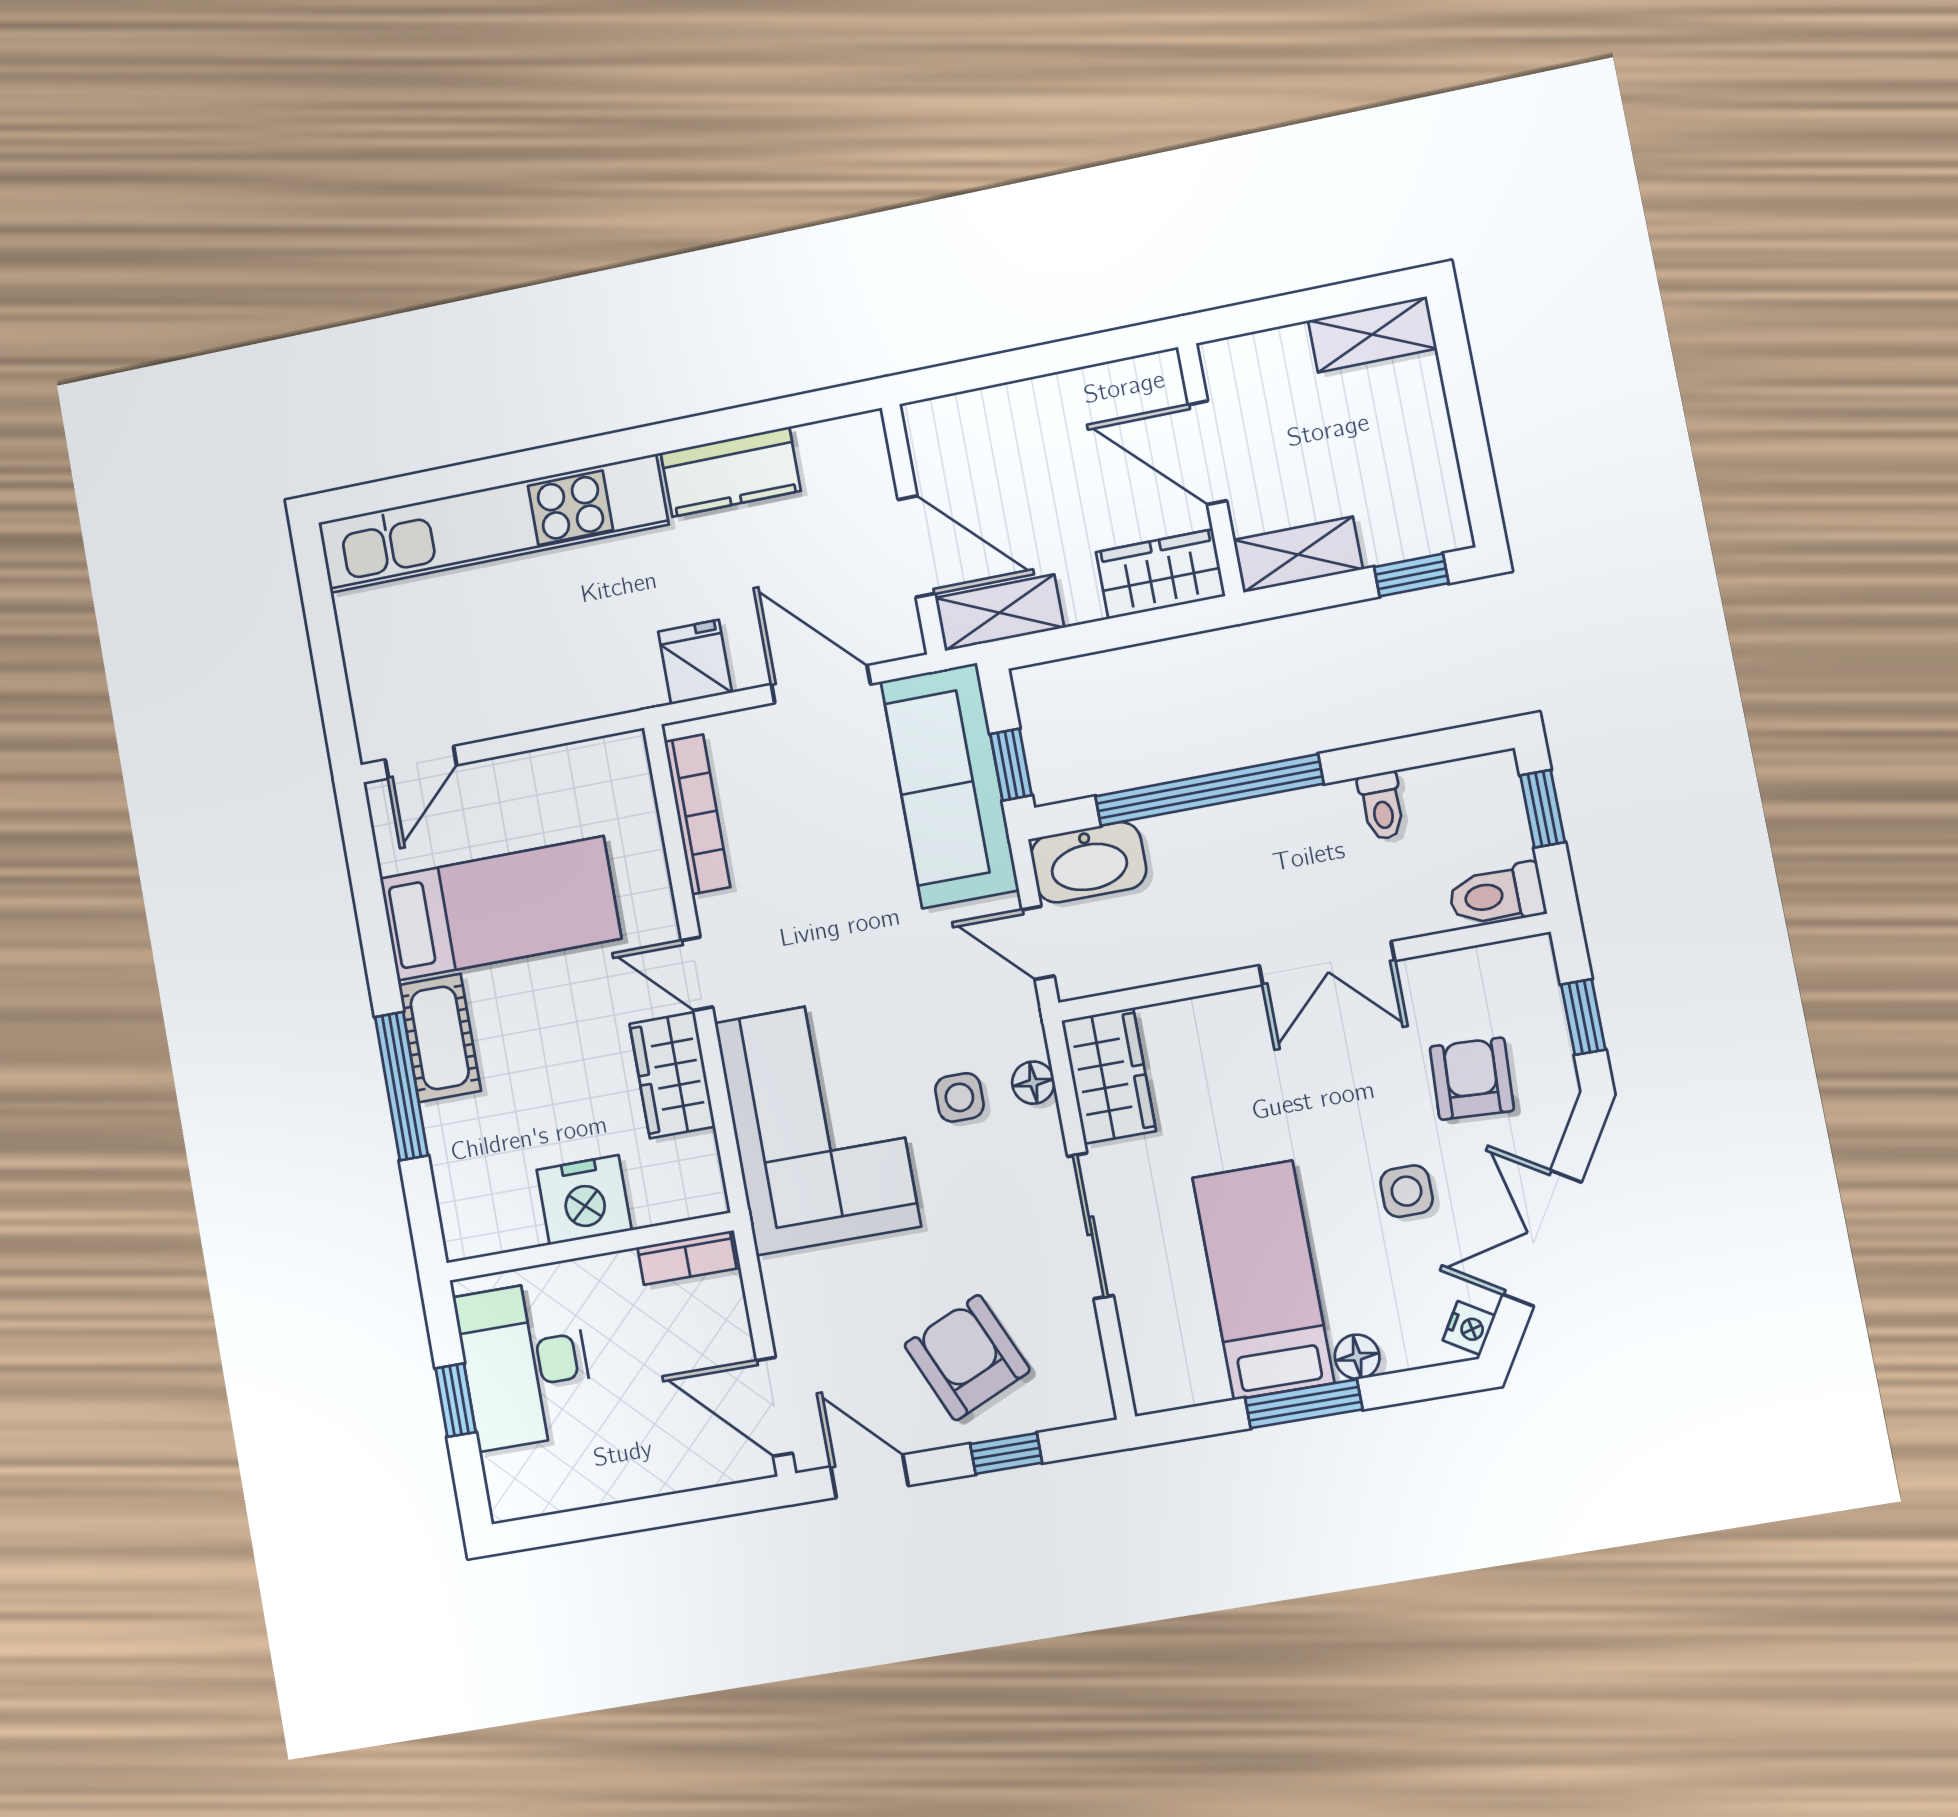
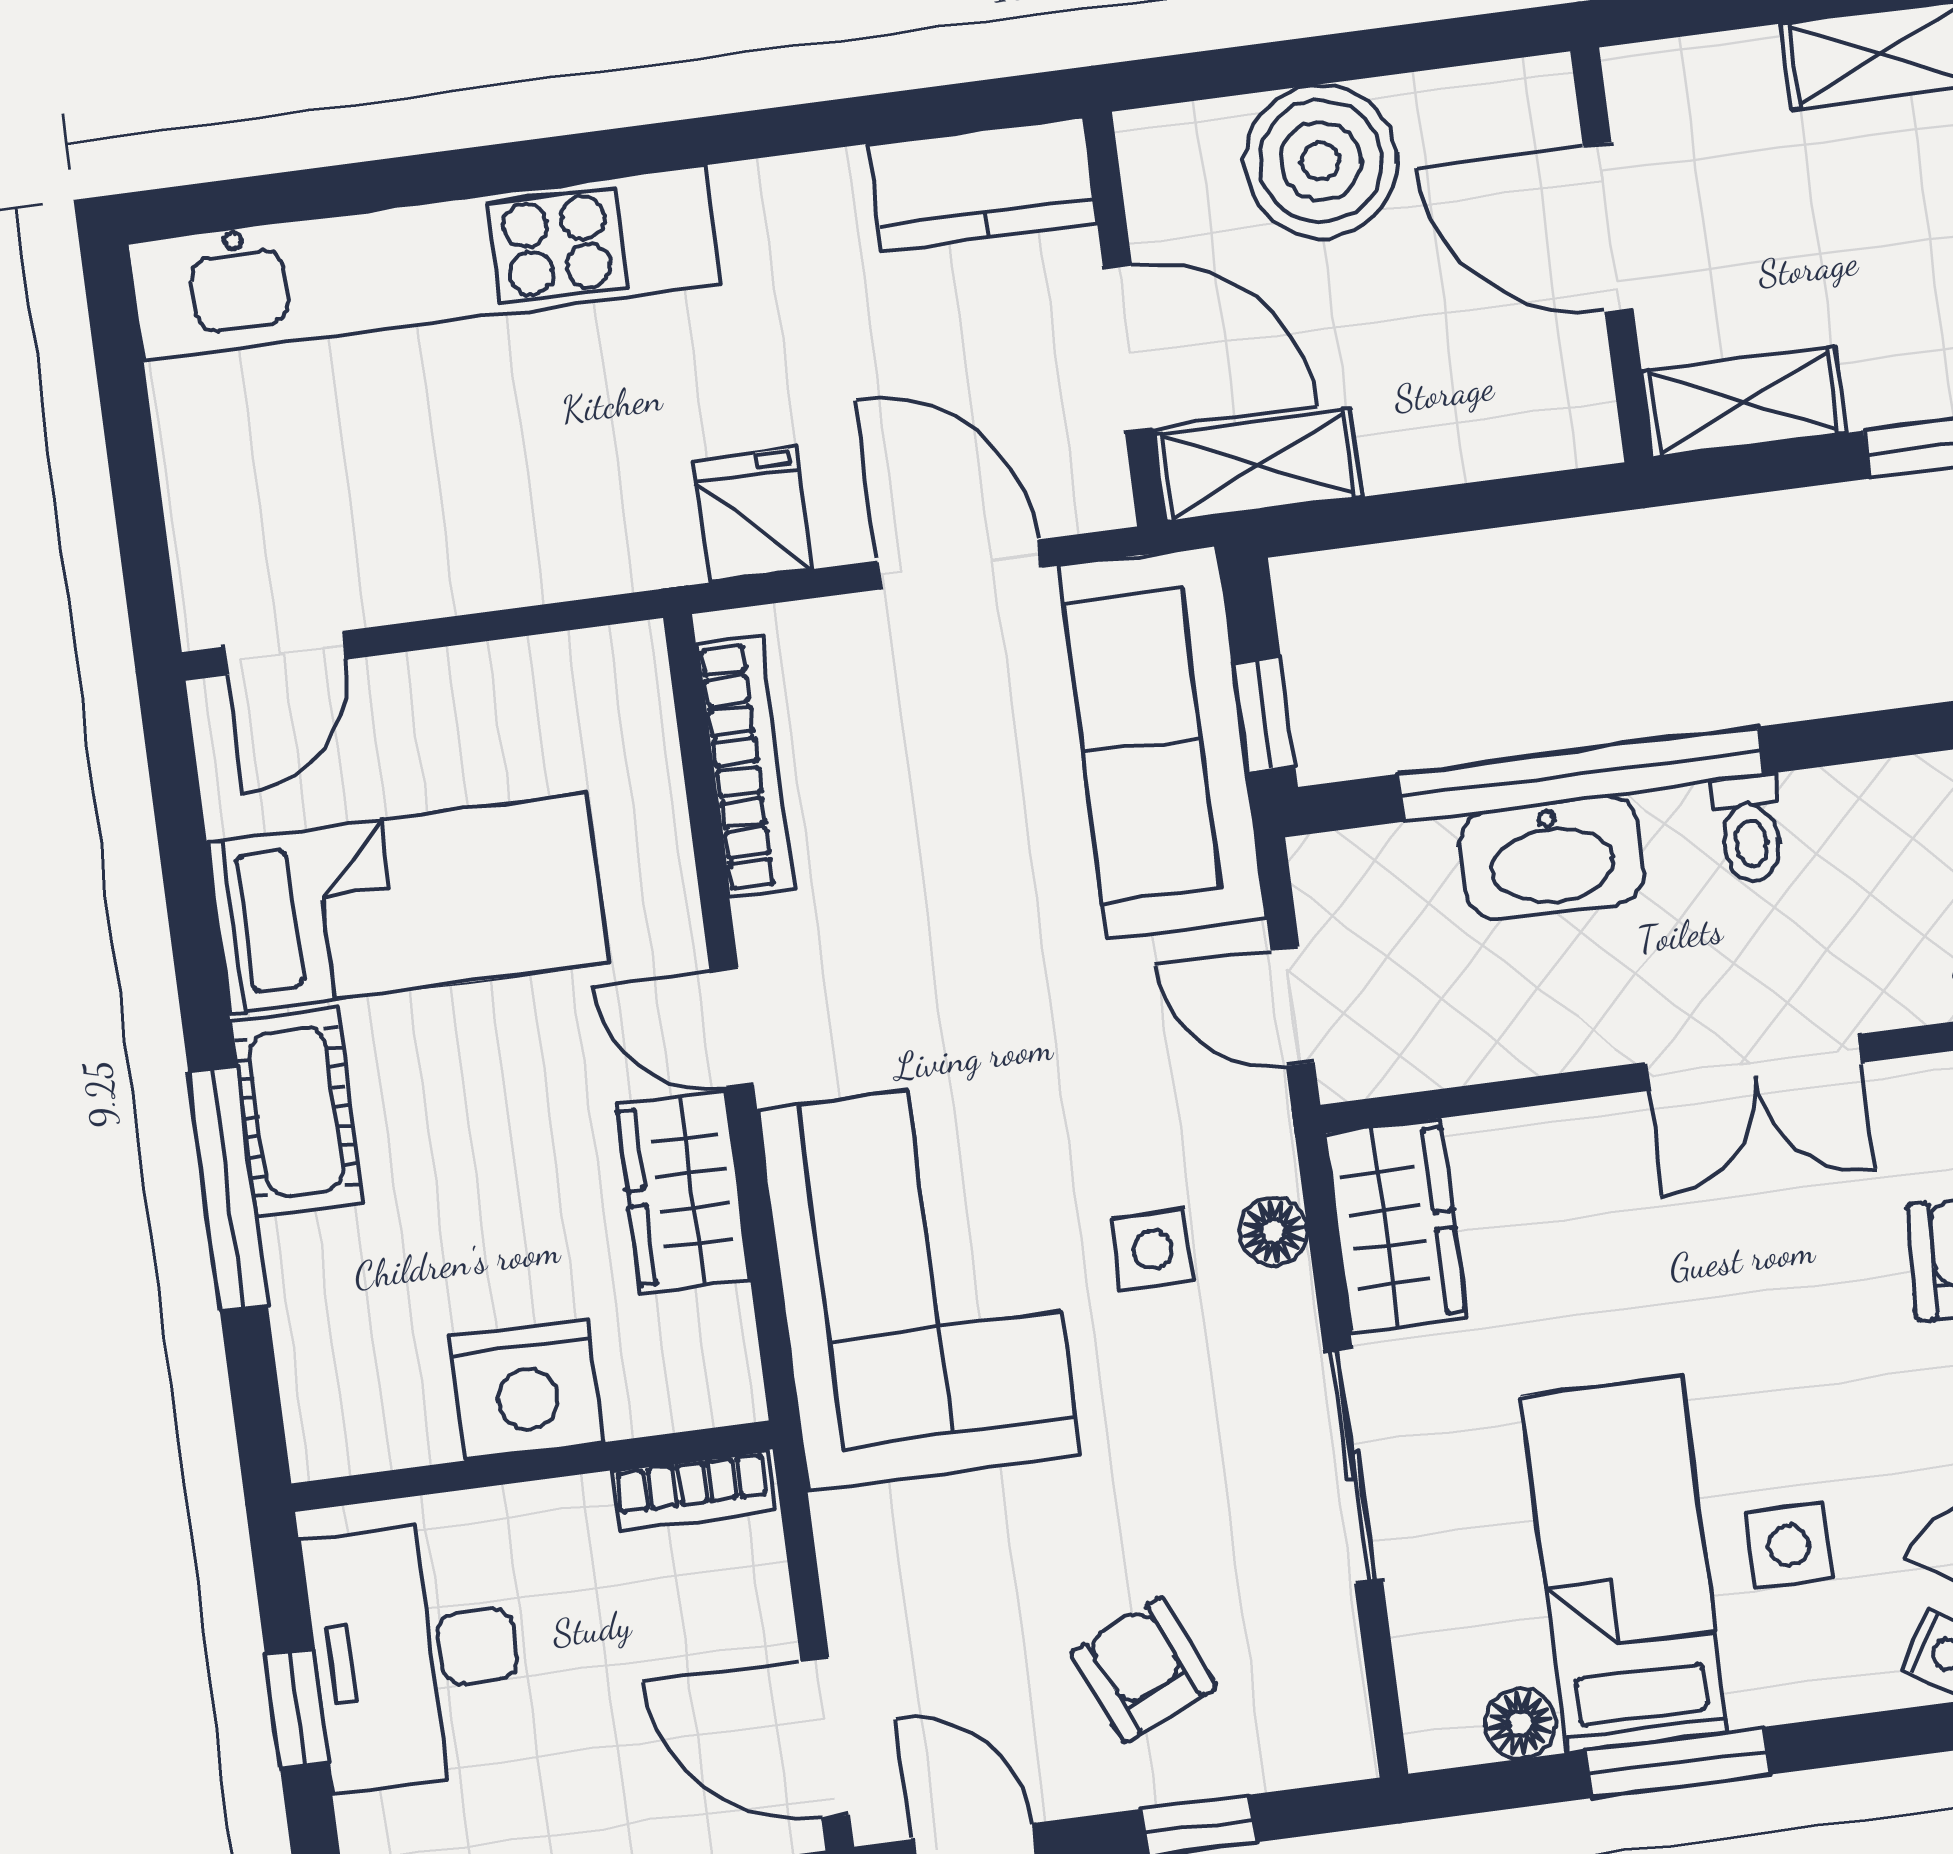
boiler: (1028, 425) -> (1321, 161), added
kitchen counter: (731, 472) -> (982, 184), moved
wardrobe: (1161, 574) -> (1522, 420), removed
toilet: (1382, 806) -> (1749, 829), moved
washbasin: (1089, 862) -> (1552, 858), moved
side table: (1407, 1191) -> (1789, 1545), moved
floor lamp: (1357, 1357) -> (1520, 1723), moved
armchair: (967, 1358) -> (1143, 1670), width x0.72, depth x0.72

